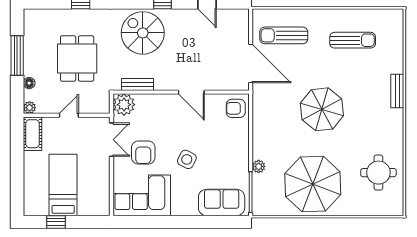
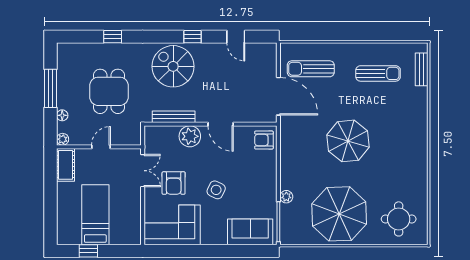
bench: (138, 84) -> (174, 117), width x1.36
bench: (397, 91) -> (422, 69), moved
plant: (124, 105) -> (190, 136), moved
round table: (378, 173) -> (399, 219), moved

